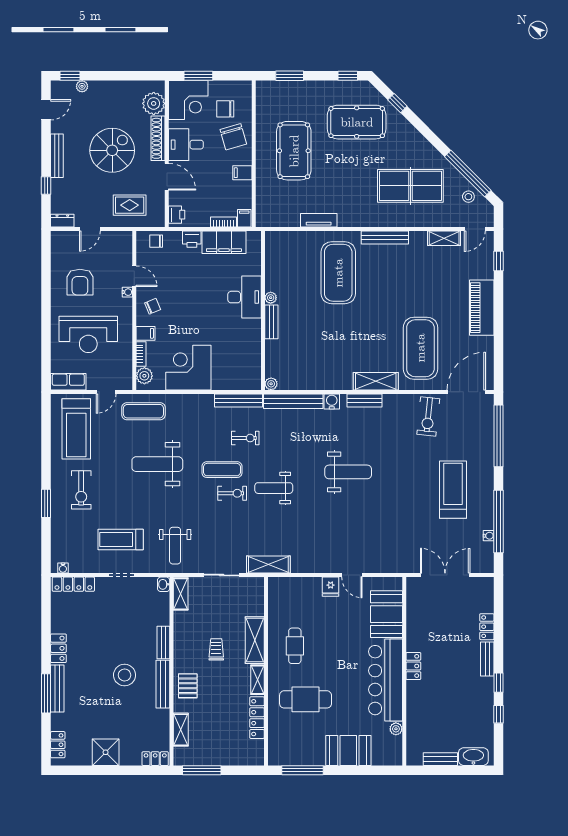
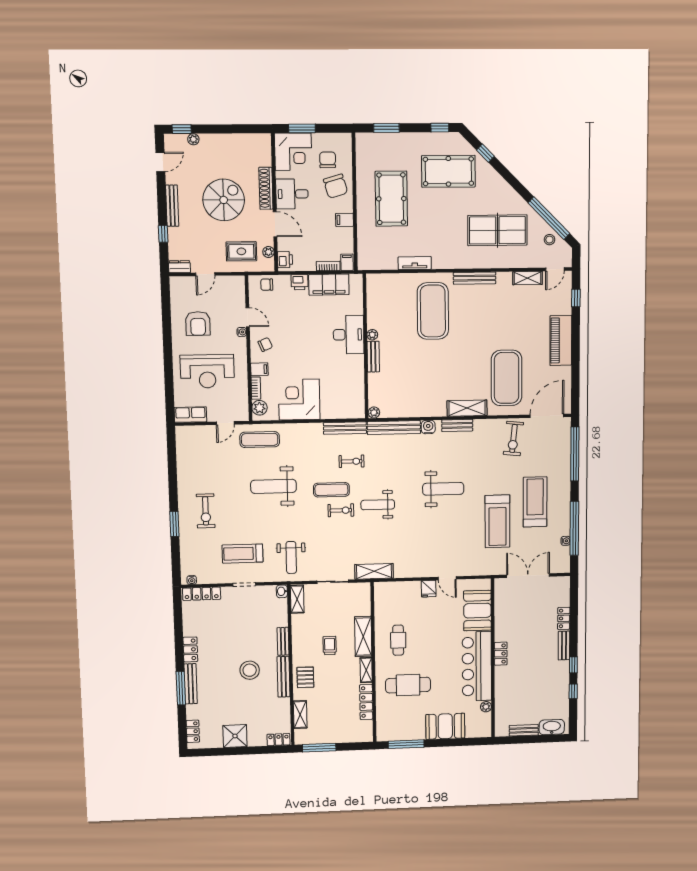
plant: (154, 103) -> (268, 252), moved, width x0.53, depth x0.53
chair: (225, 109) -> (328, 160), turned 90
treadmill: (76, 429) -> (497, 521), moved

